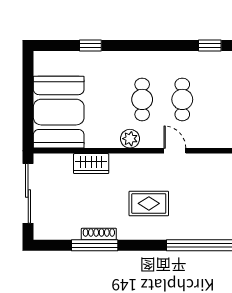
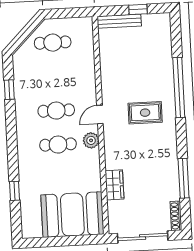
plant: (130, 139) -> (91, 140), moved
rug: (149, 203) -> (145, 113), moved, turned 90
shoe rack: (99, 234) -> (176, 216), moved

